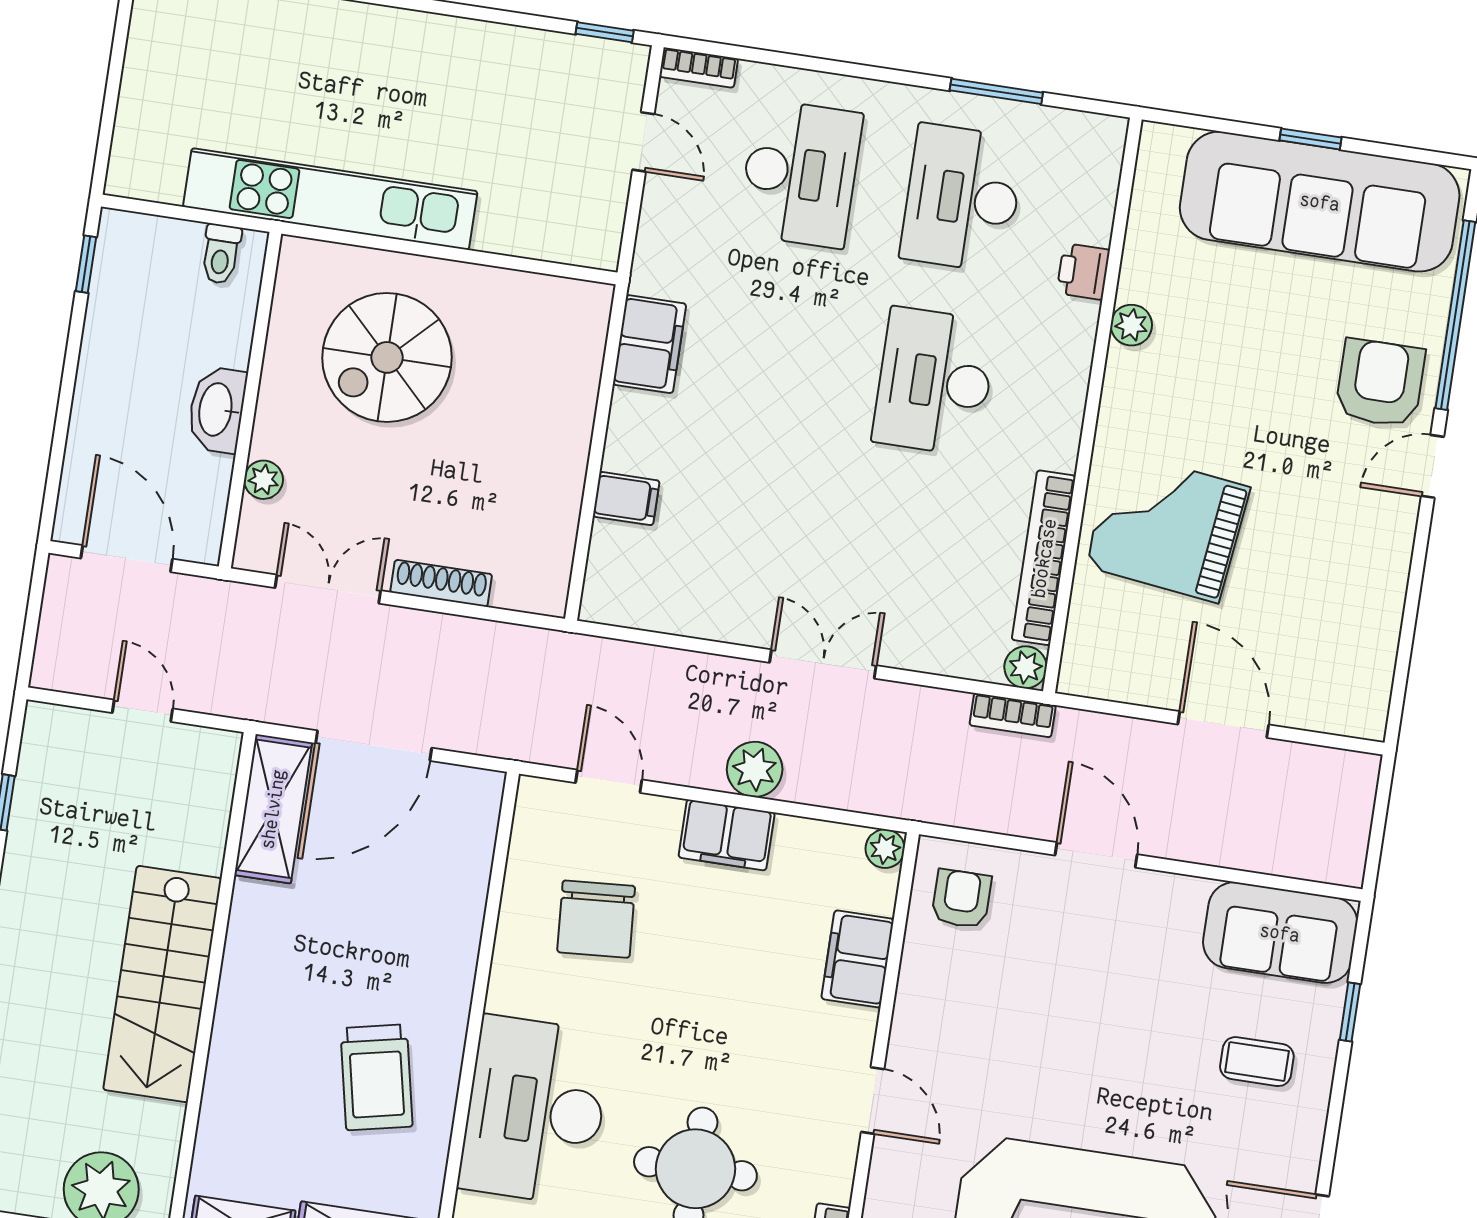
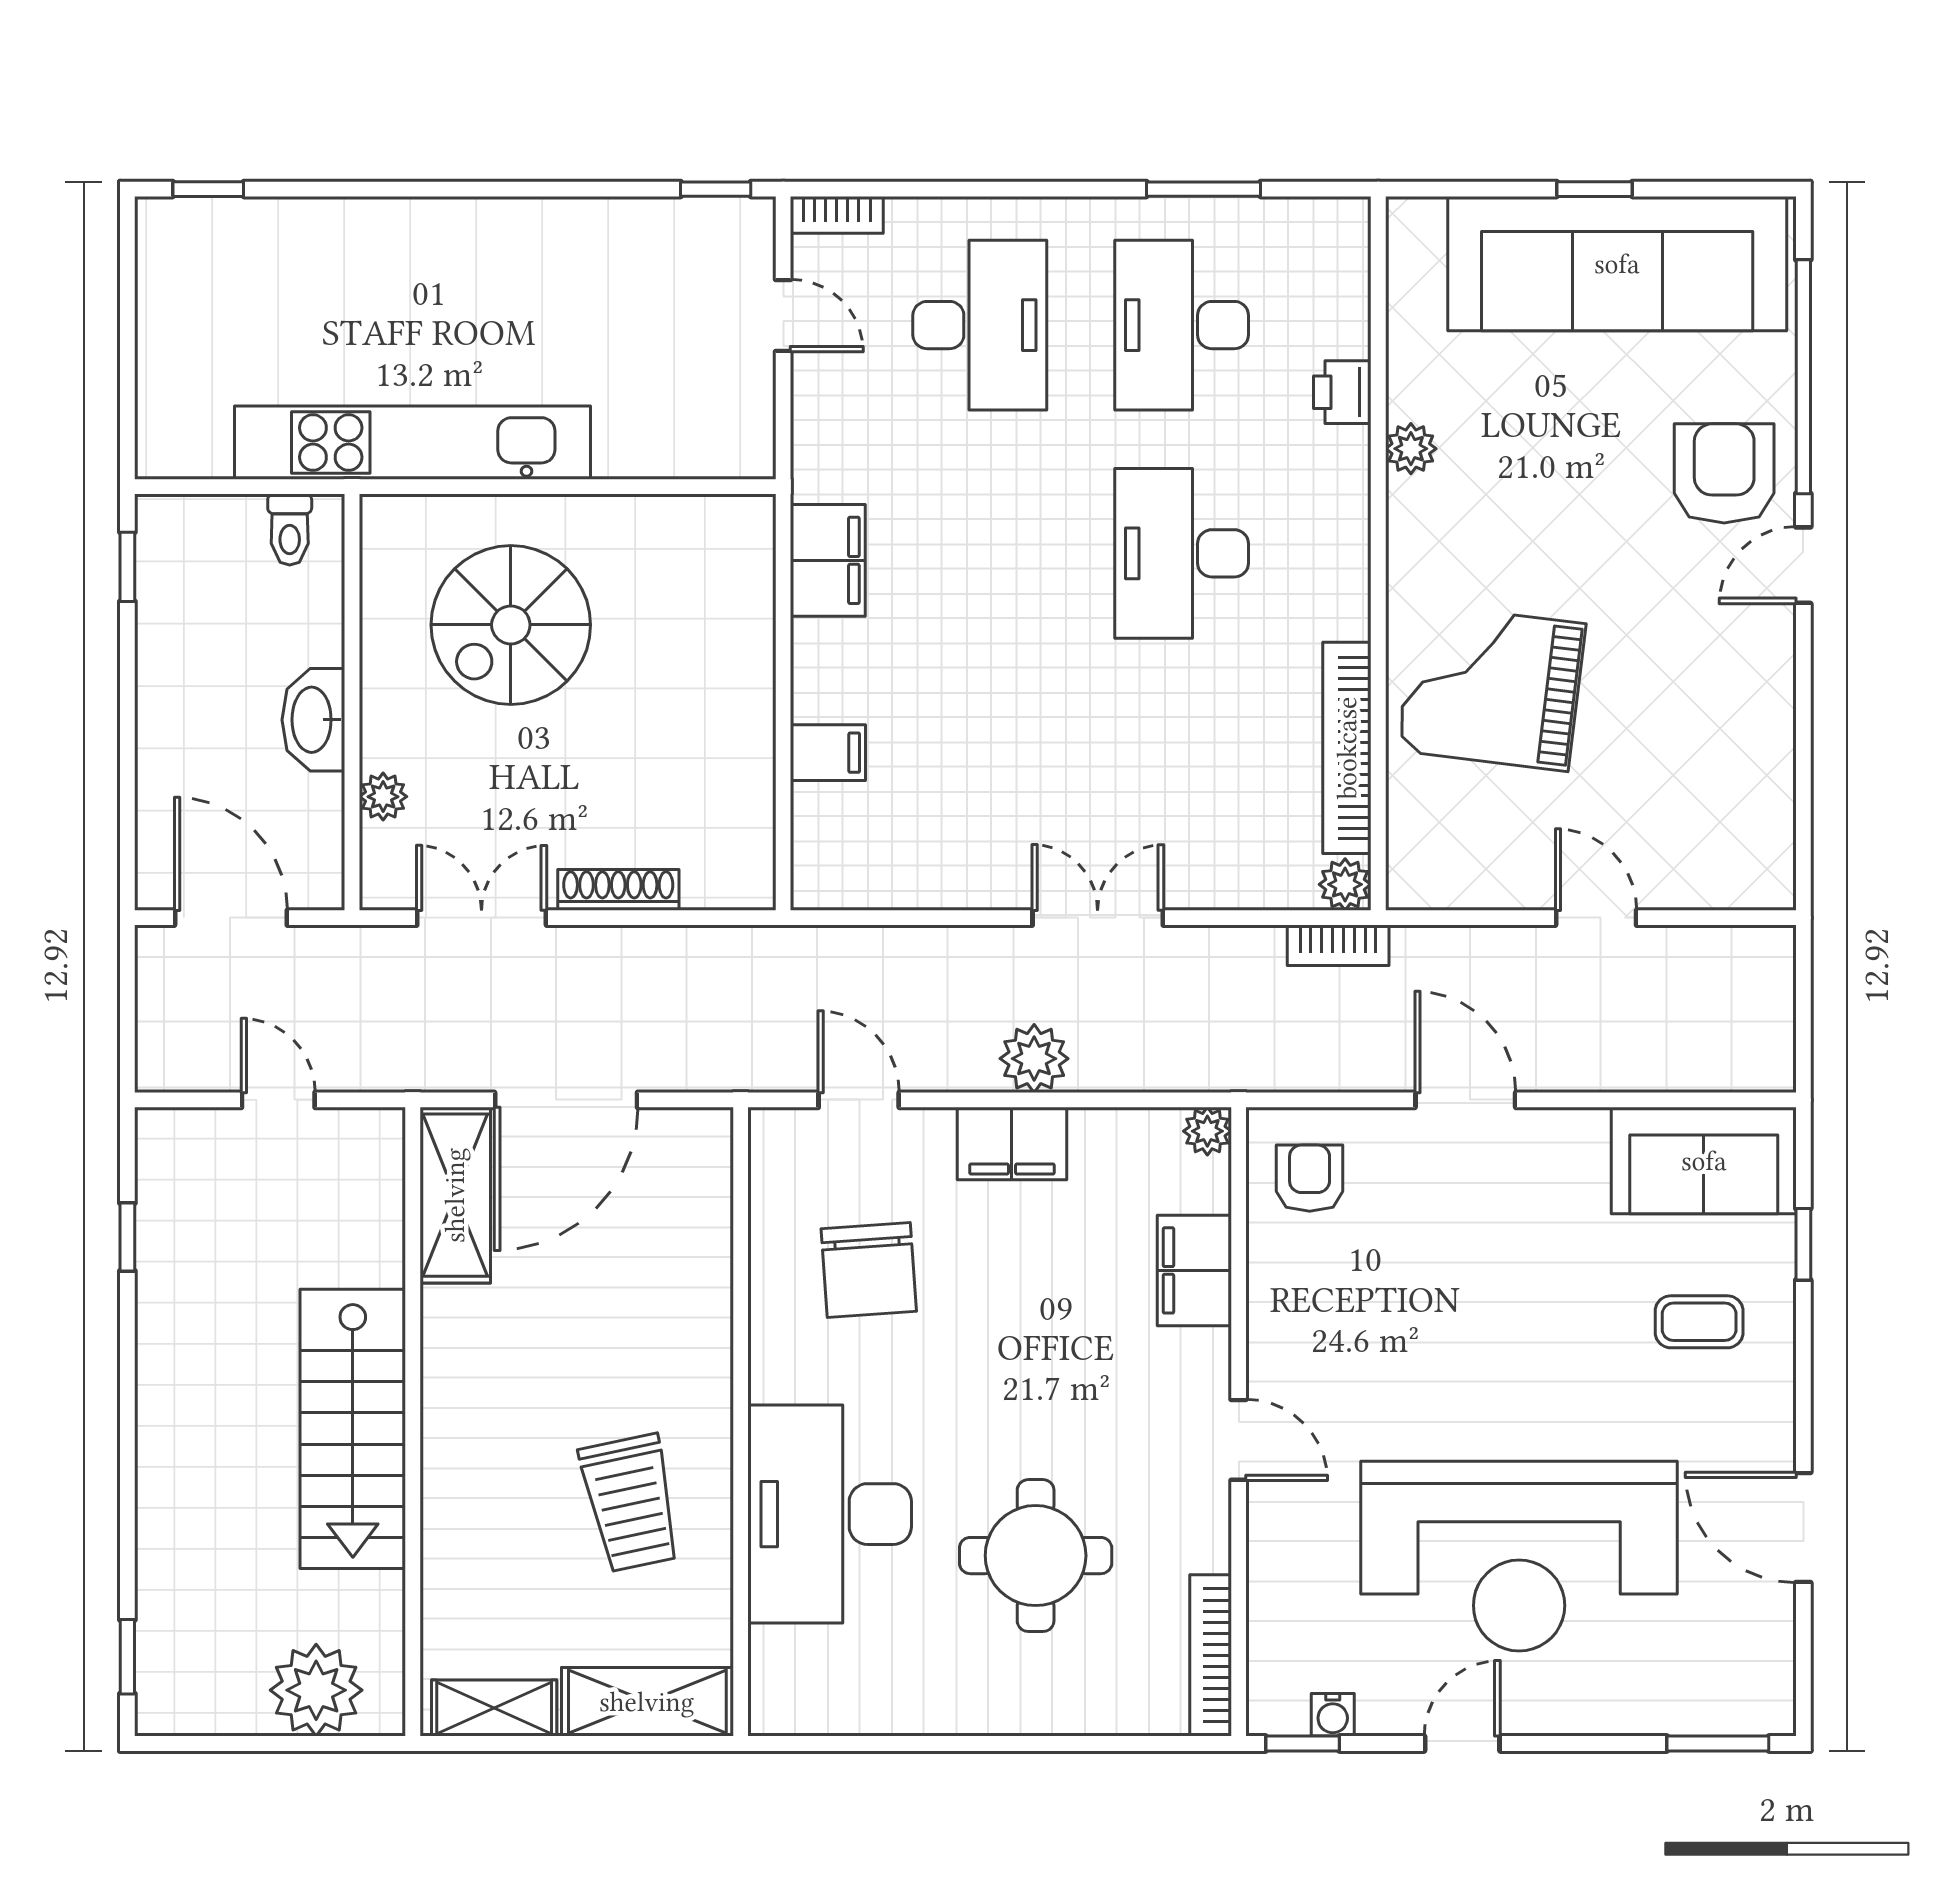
door: (1223, 724) -> (1596, 918), width x0.73

